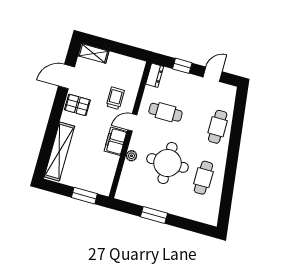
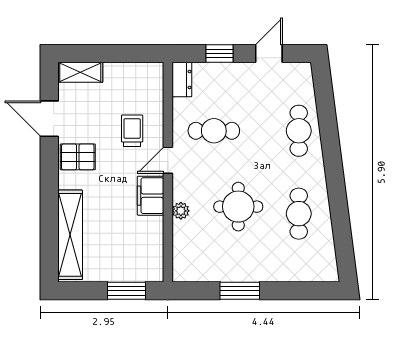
door: (66, 77) -> (49, 119), hinge flipped
round table: (167, 163) -> (238, 207), width x0.73, depth x0.73

